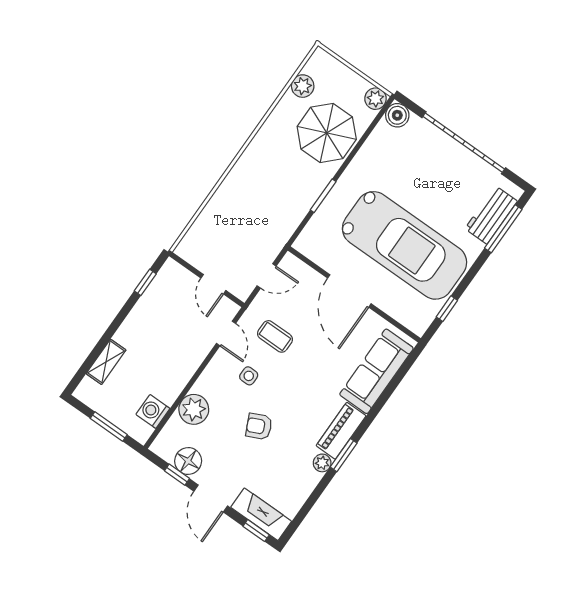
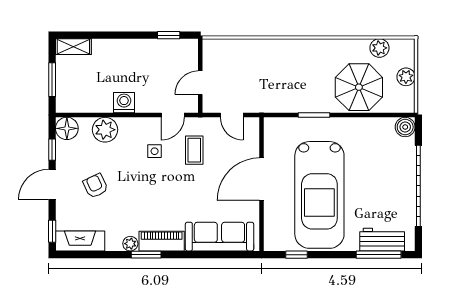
plant: (375, 99) -> (406, 77), moved
shelving: (106, 362) -> (73, 47), moved
washing machine: (153, 411) -> (124, 103), moved
armchair: (259, 426) -> (95, 186), moved
floor lamp: (188, 461) -> (67, 128), moved
fireplace: (261, 514) -> (80, 241), moved, turned -90

